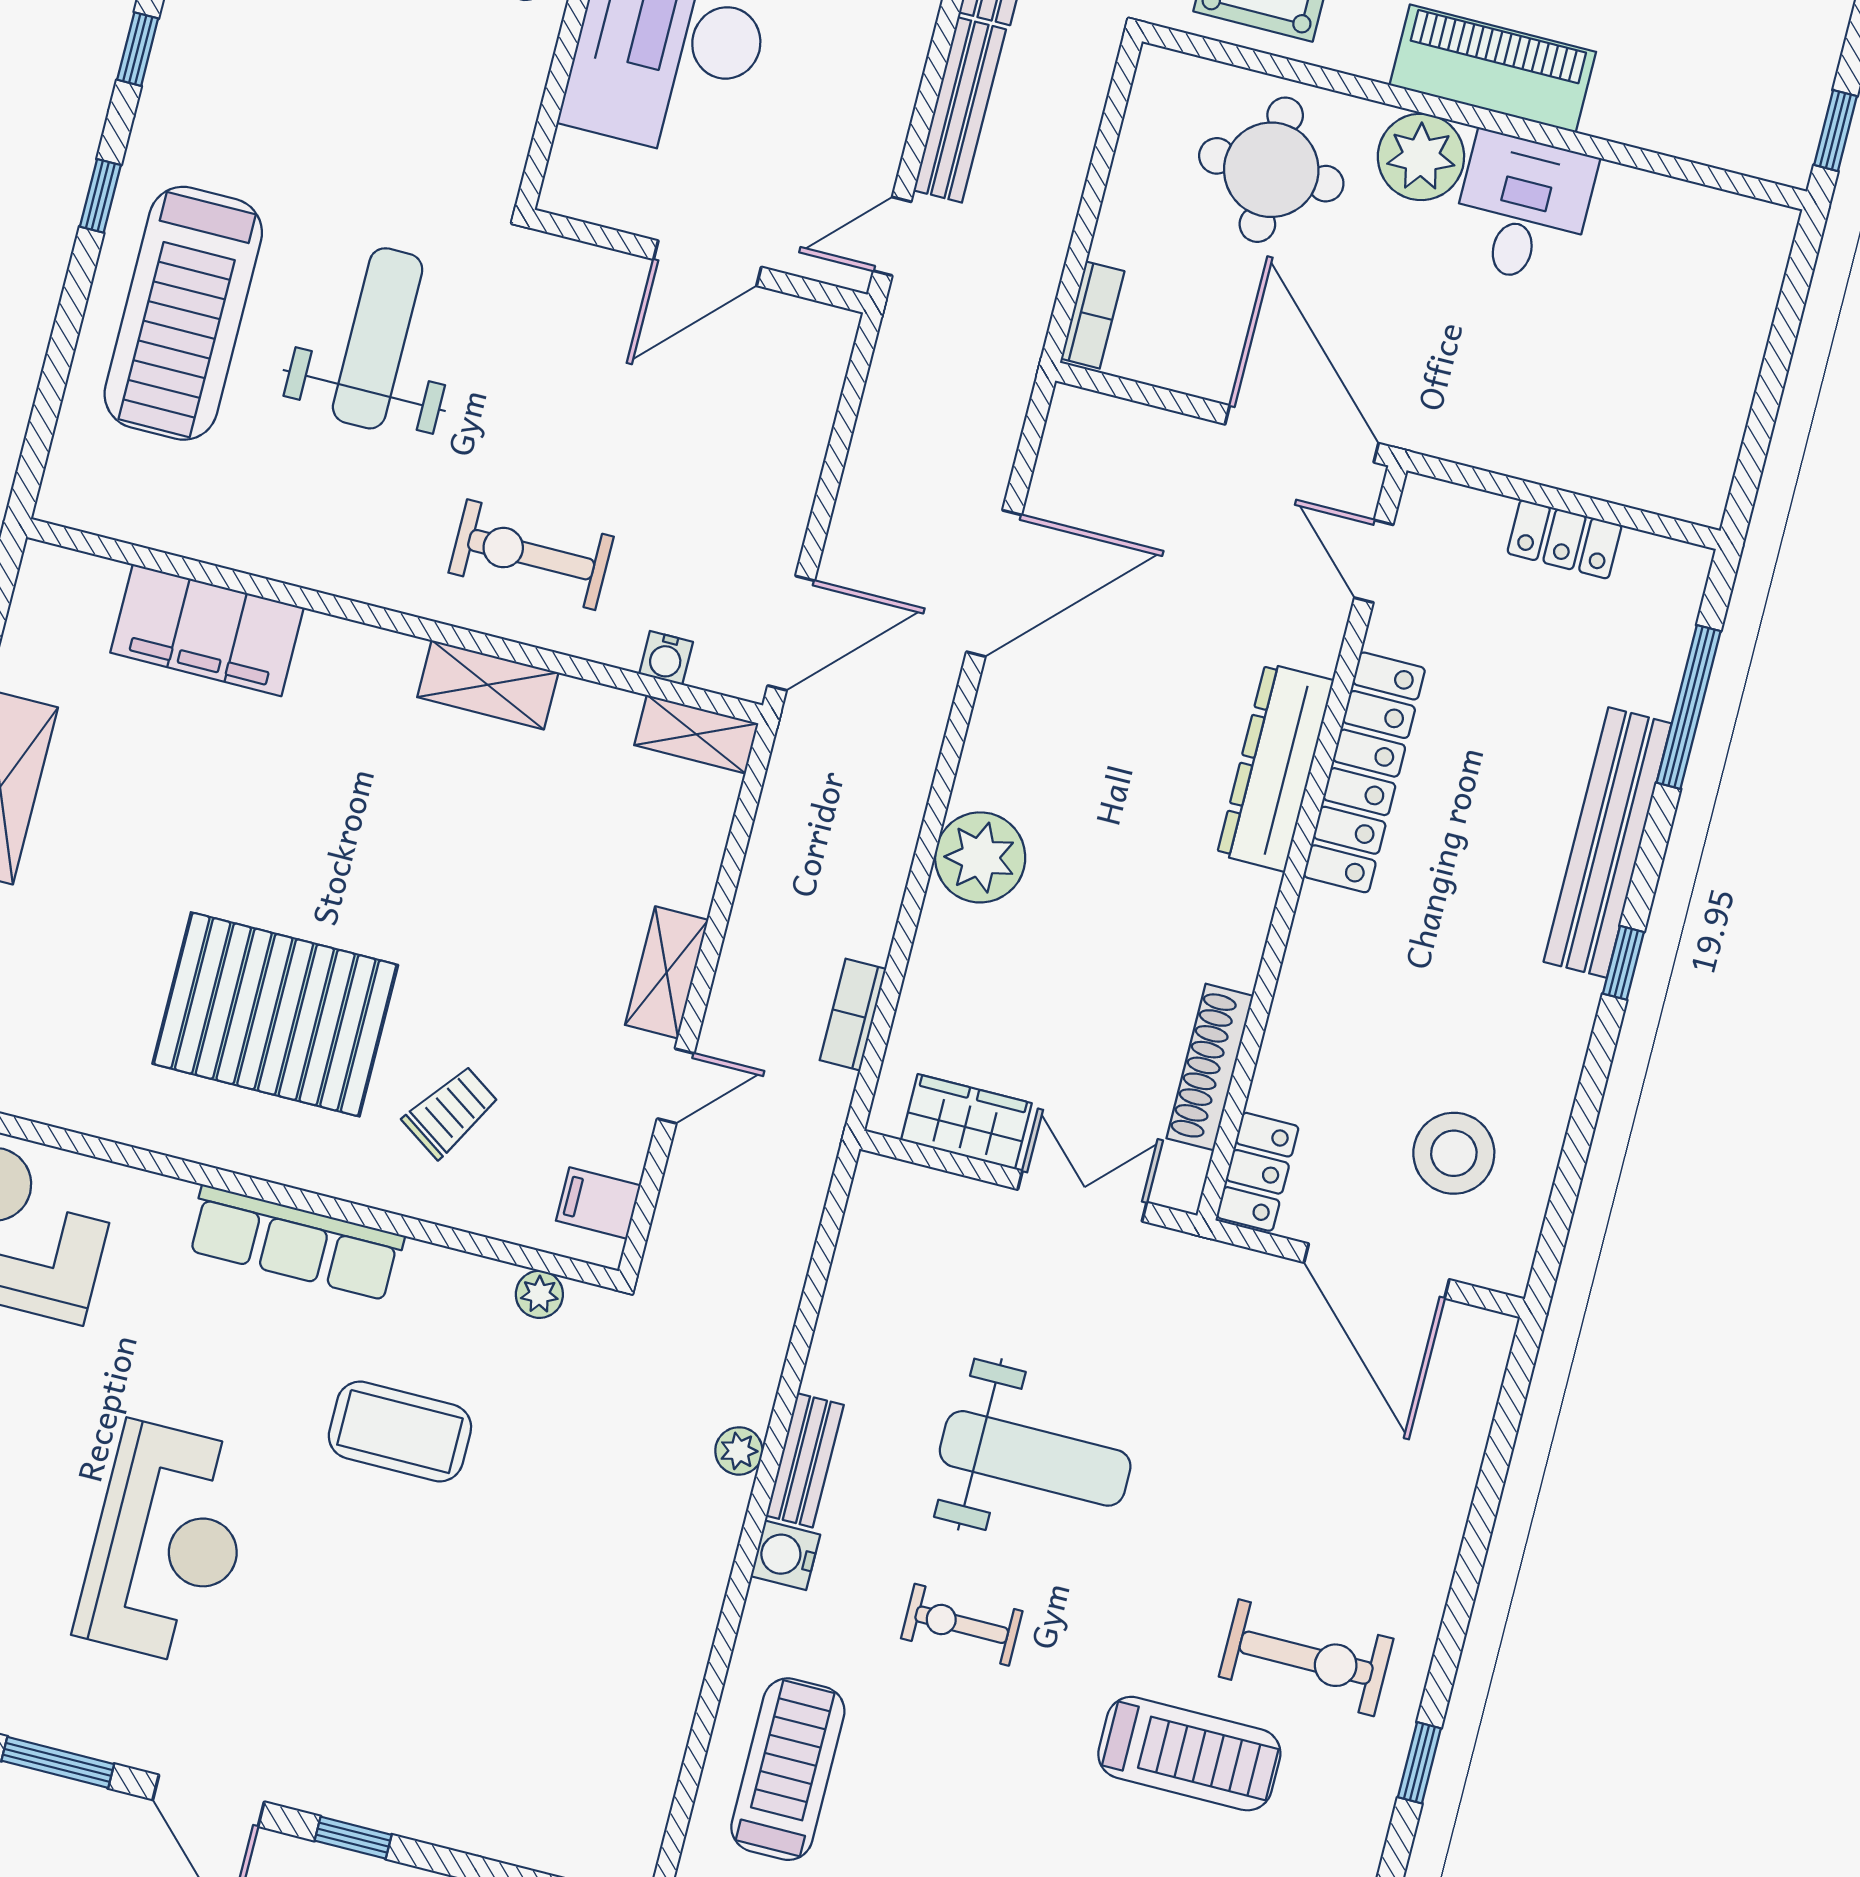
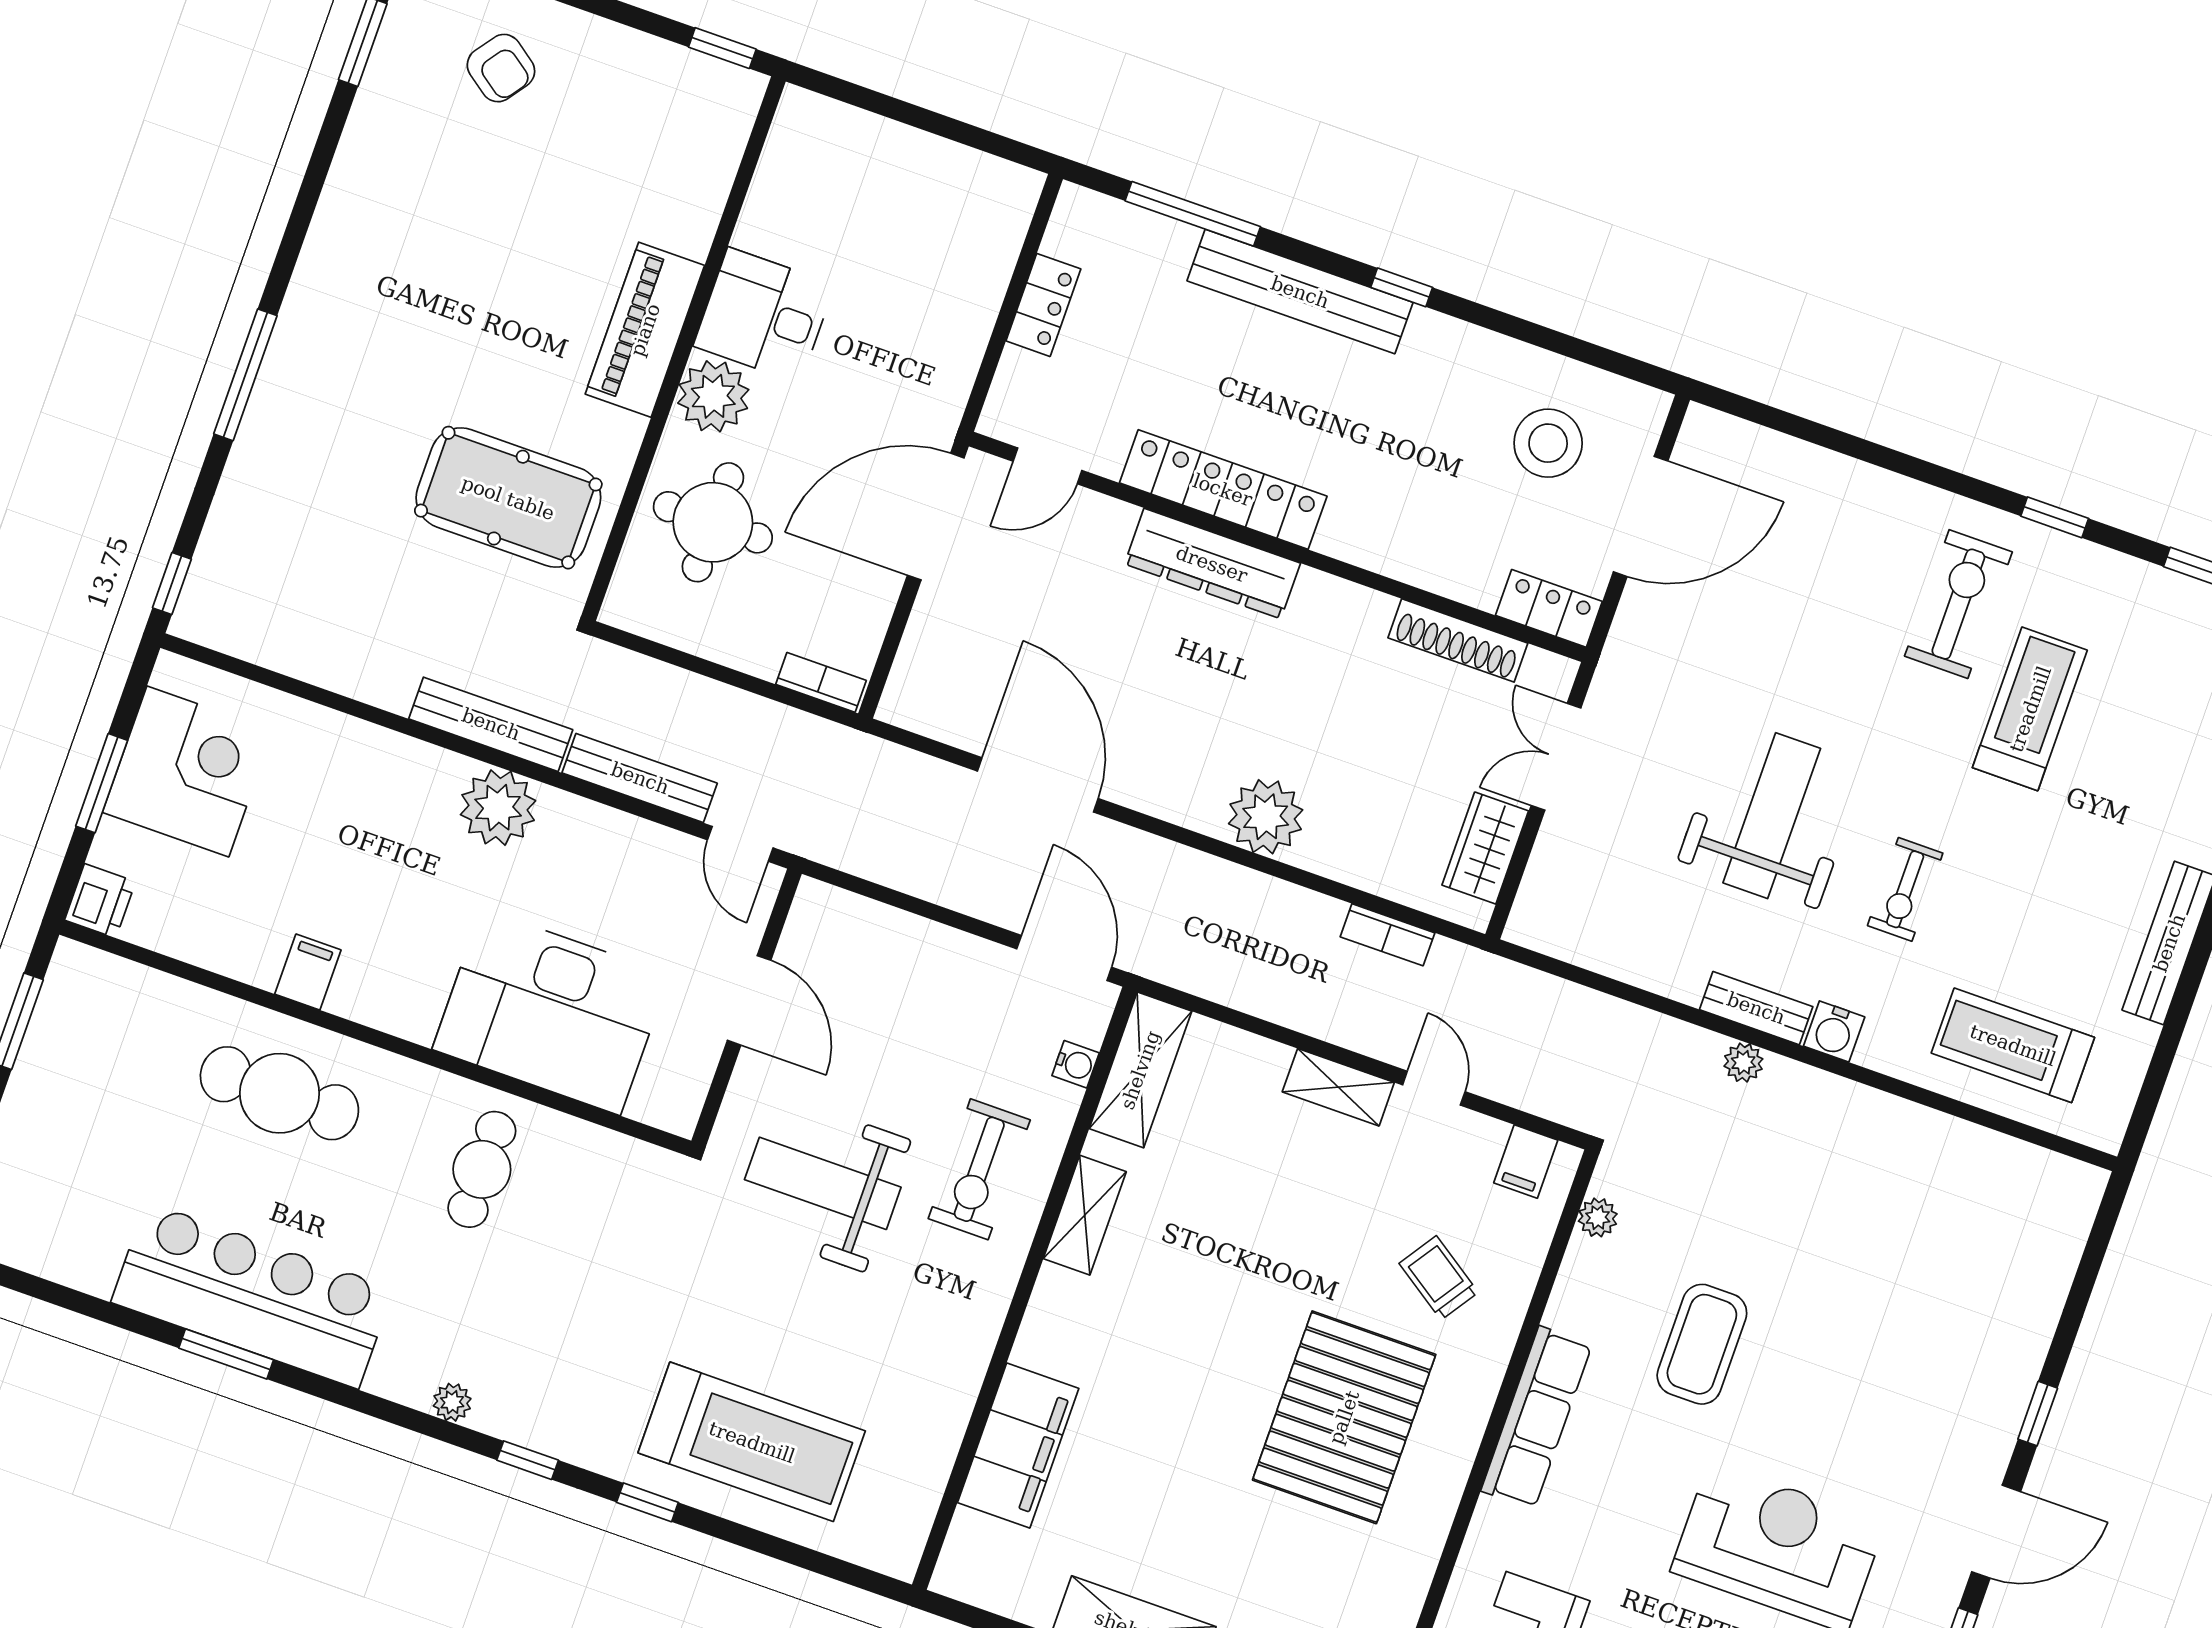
weight bench: (378, 338) -> (823, 1183), moved
shelving: (696, 734) -> (1140, 1070), width x1.50, depth x1.33

